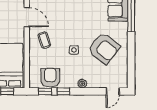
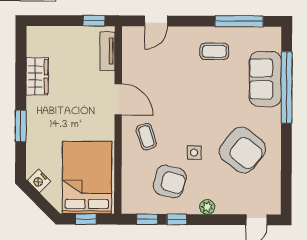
armchair: (50, 78) -> (170, 182), moved, turned 105

